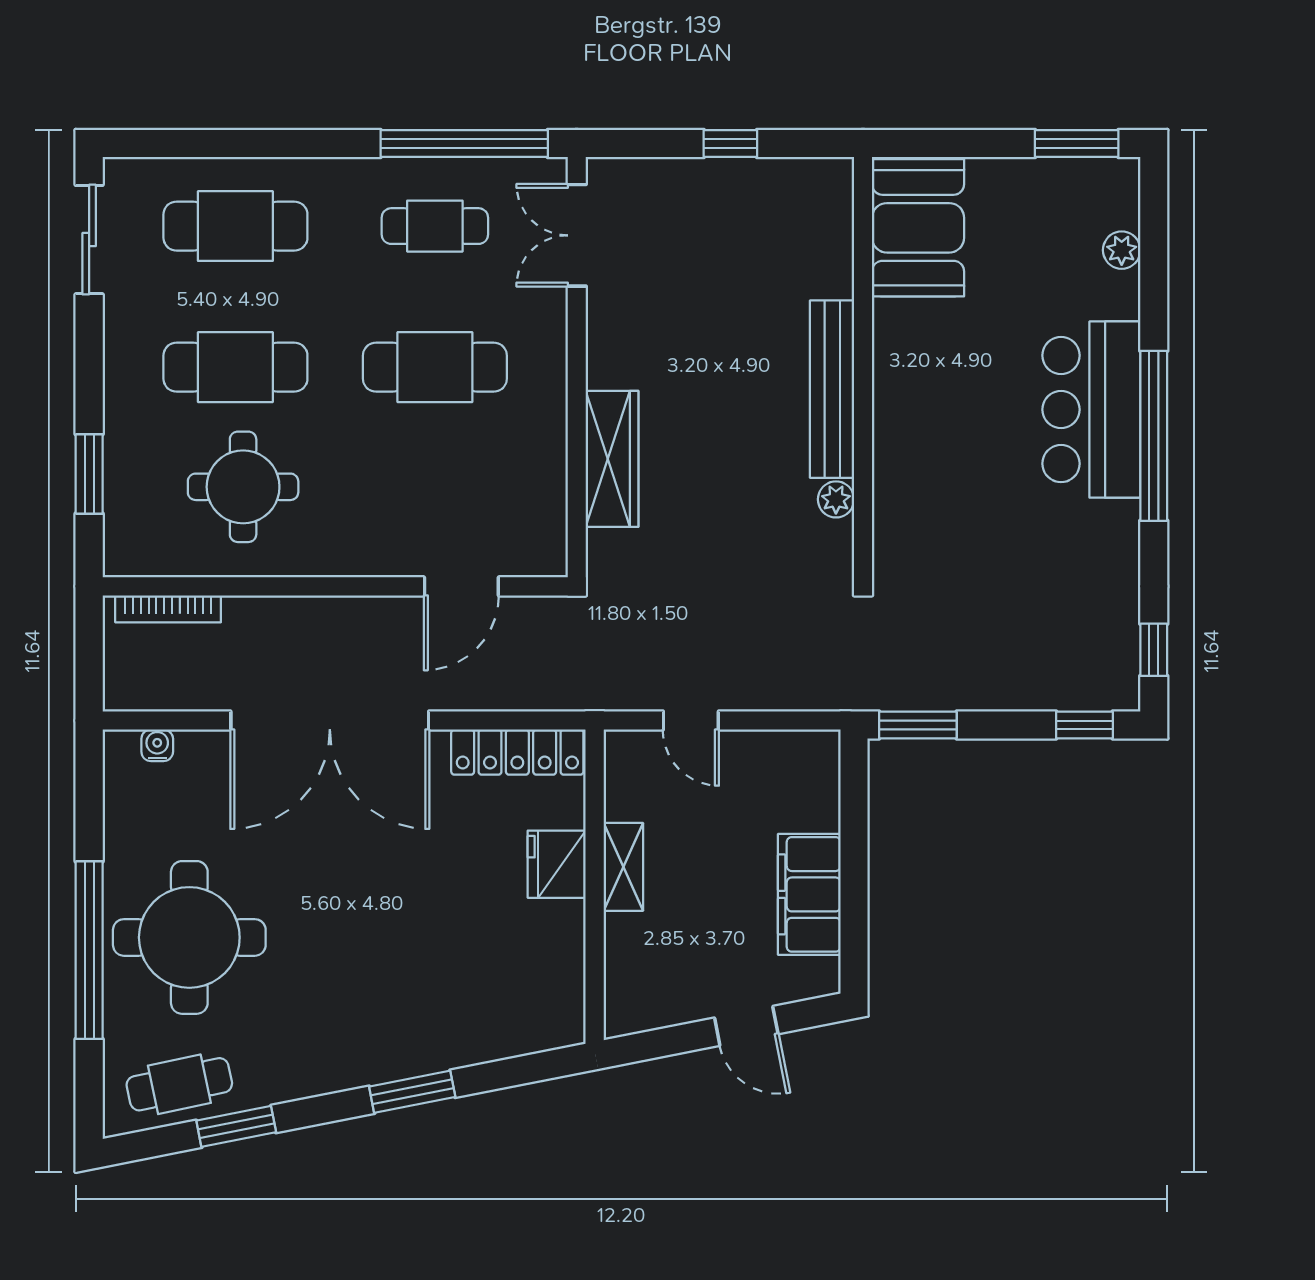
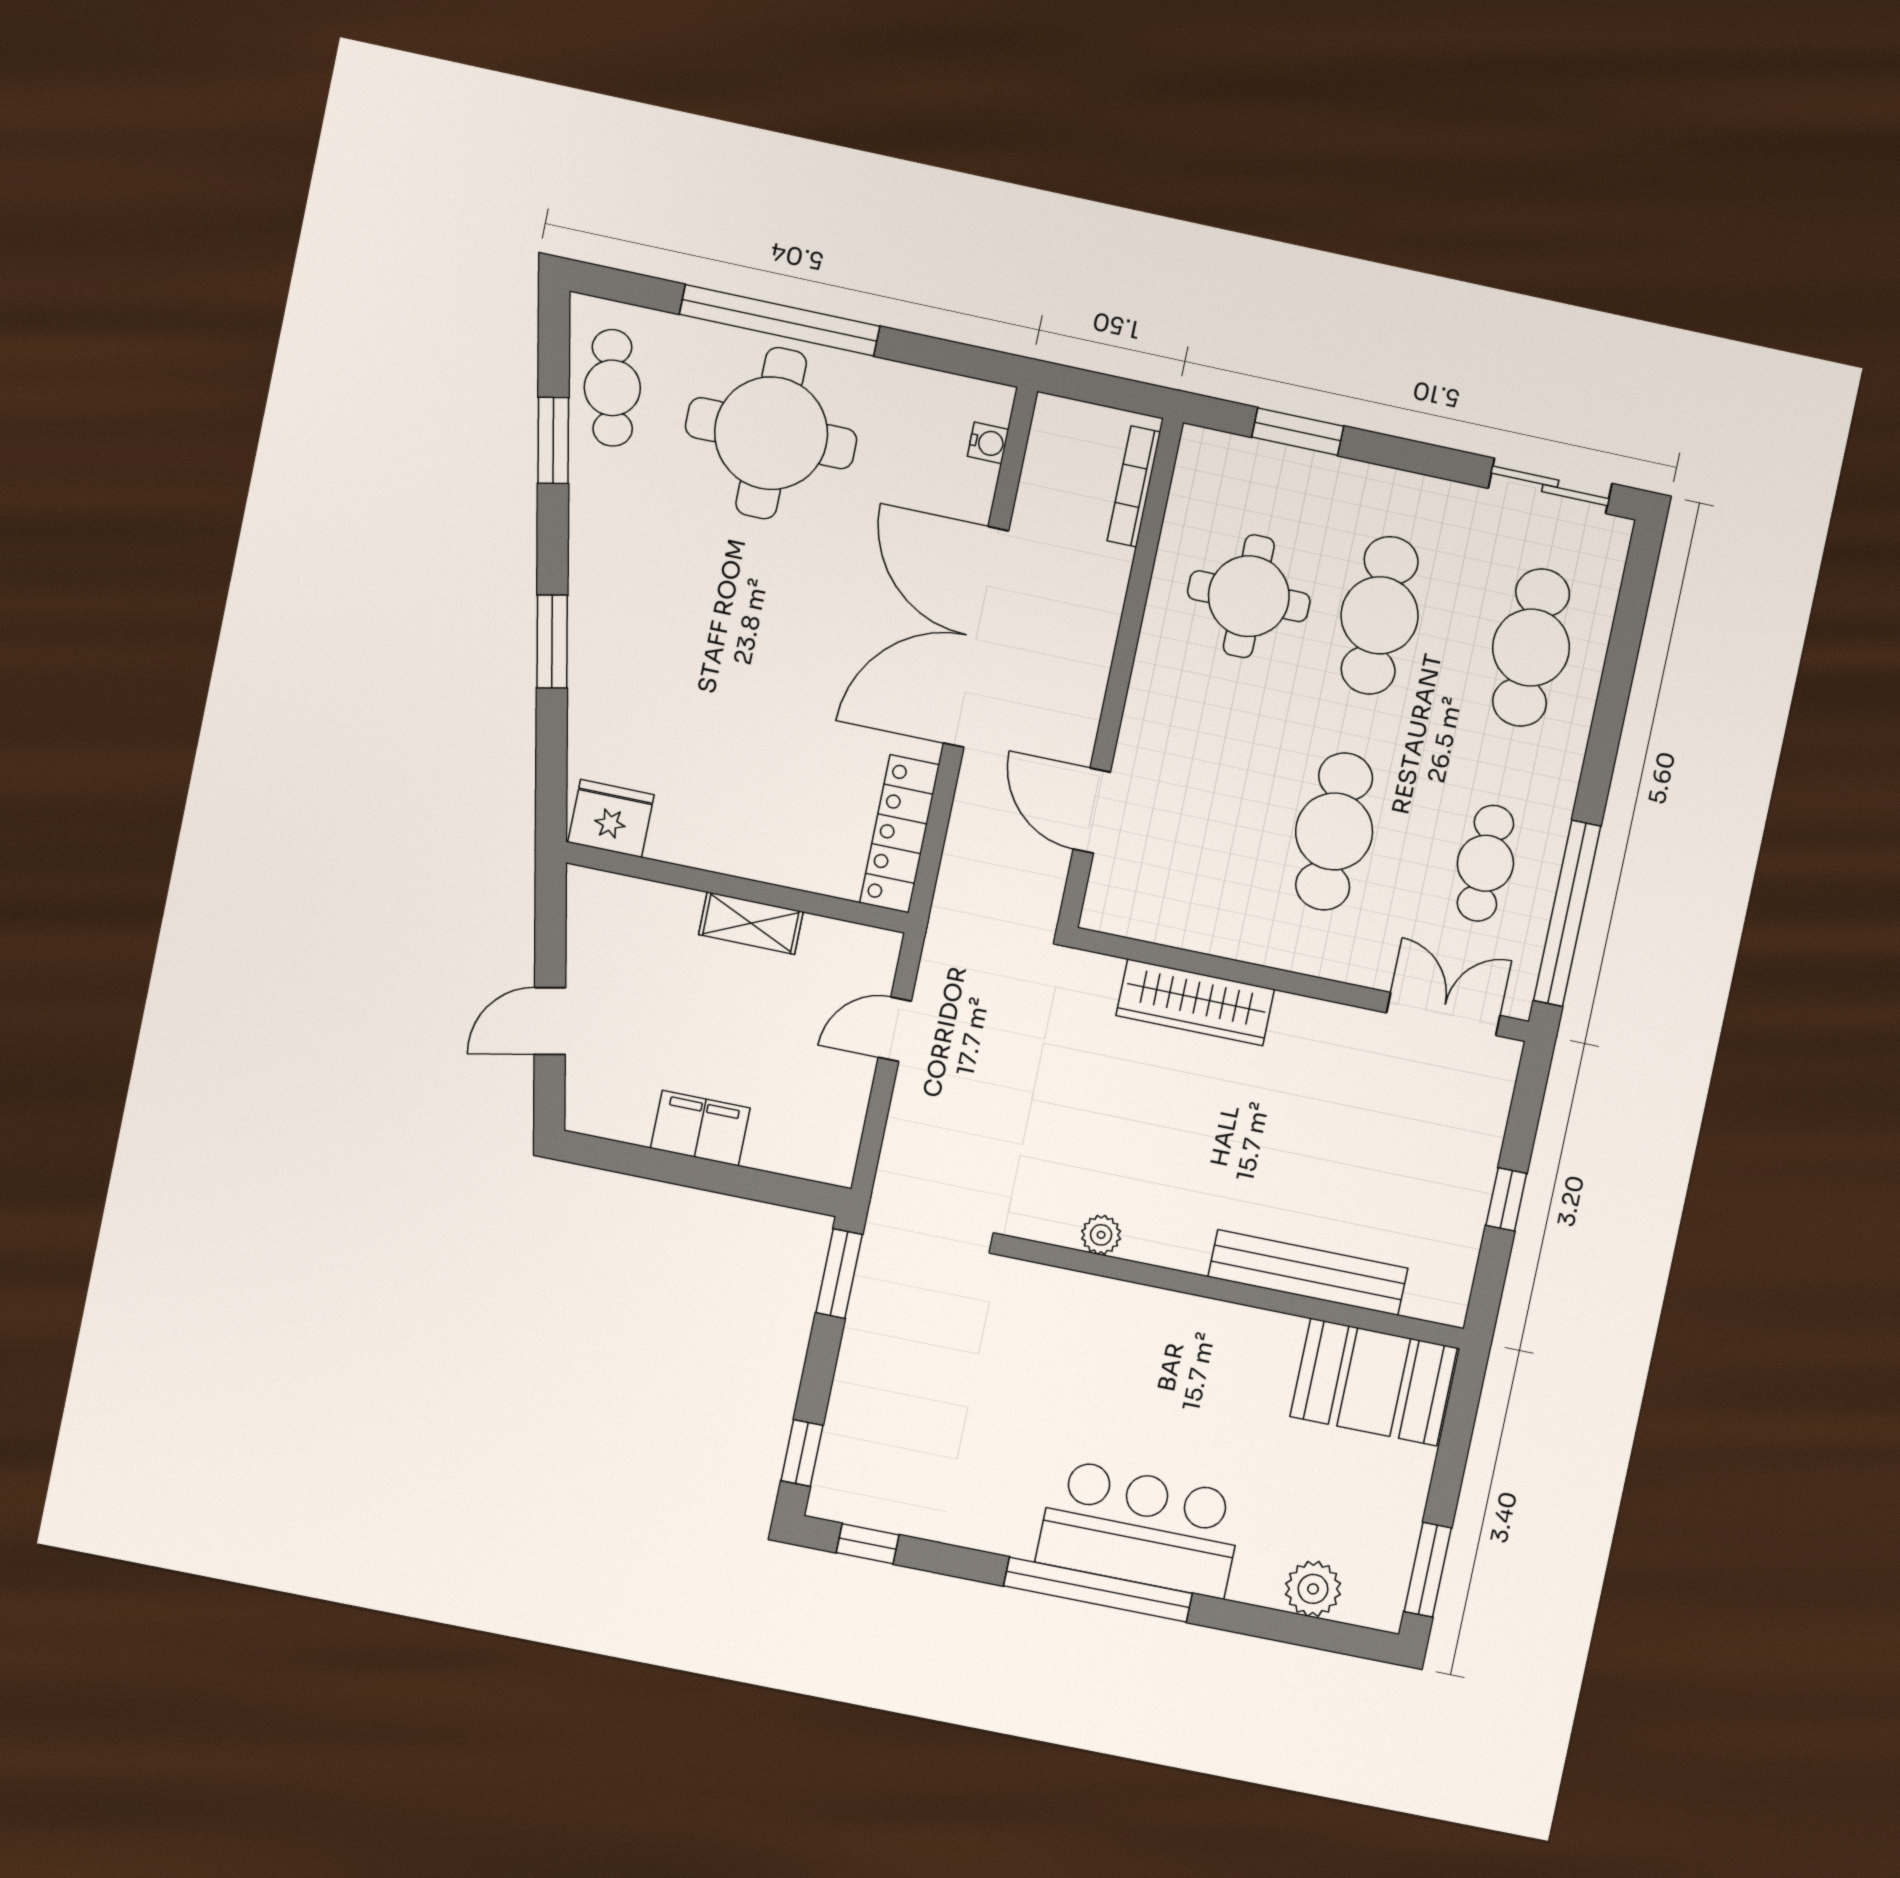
plant: (1122, 250) -> (1313, 1589), width x1.38, depth x1.38
bench: (832, 389) -> (1308, 1273), moved
fridge: (557, 864) -> (611, 818), moved
filing cabinet: (809, 894) -> (700, 1128), width x0.67, depth x0.86

